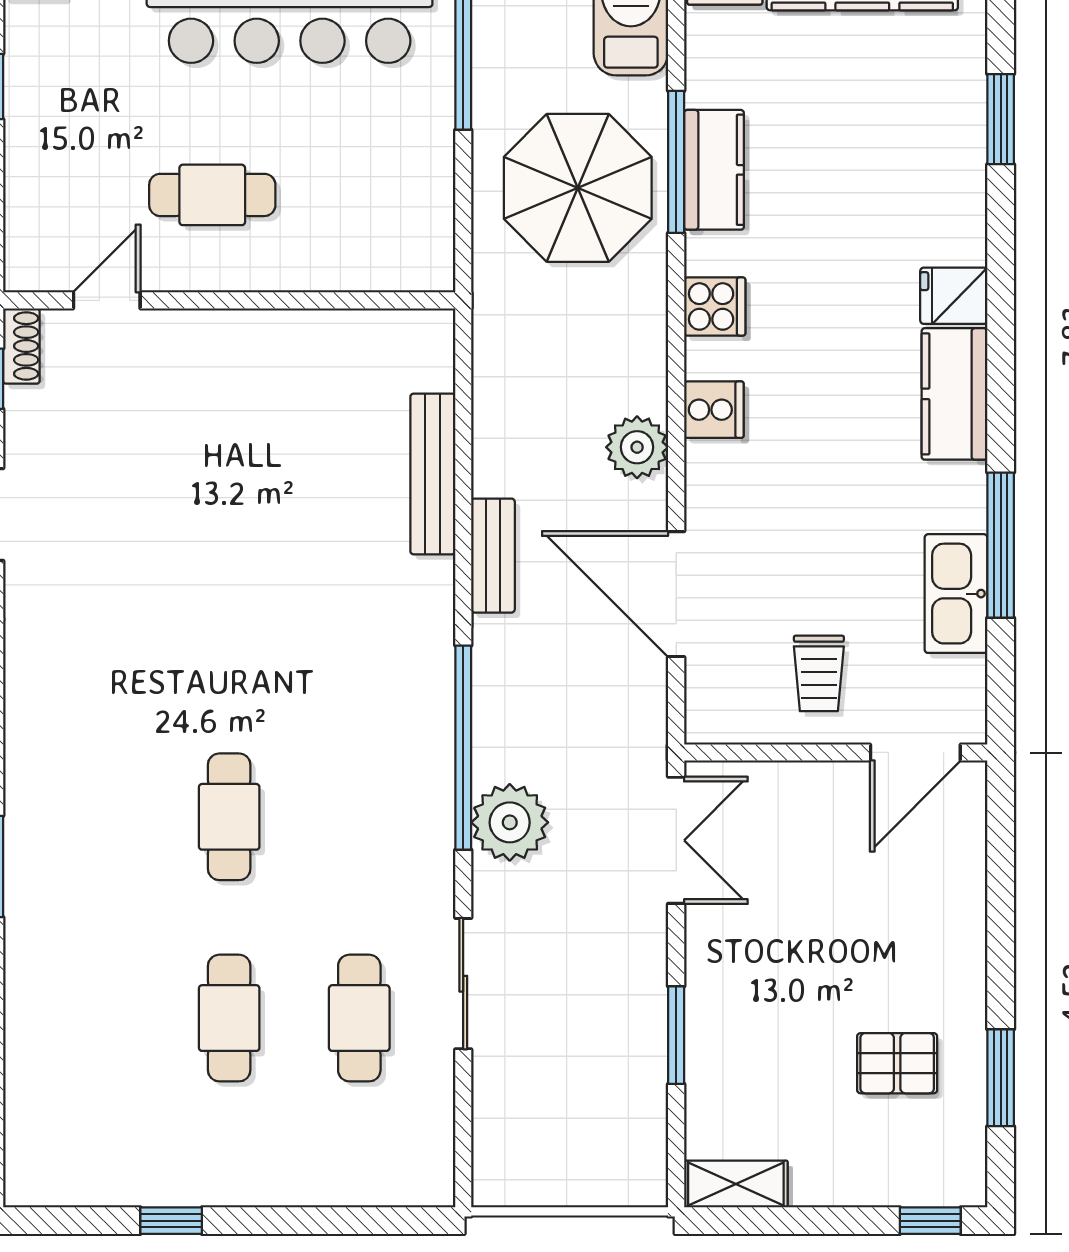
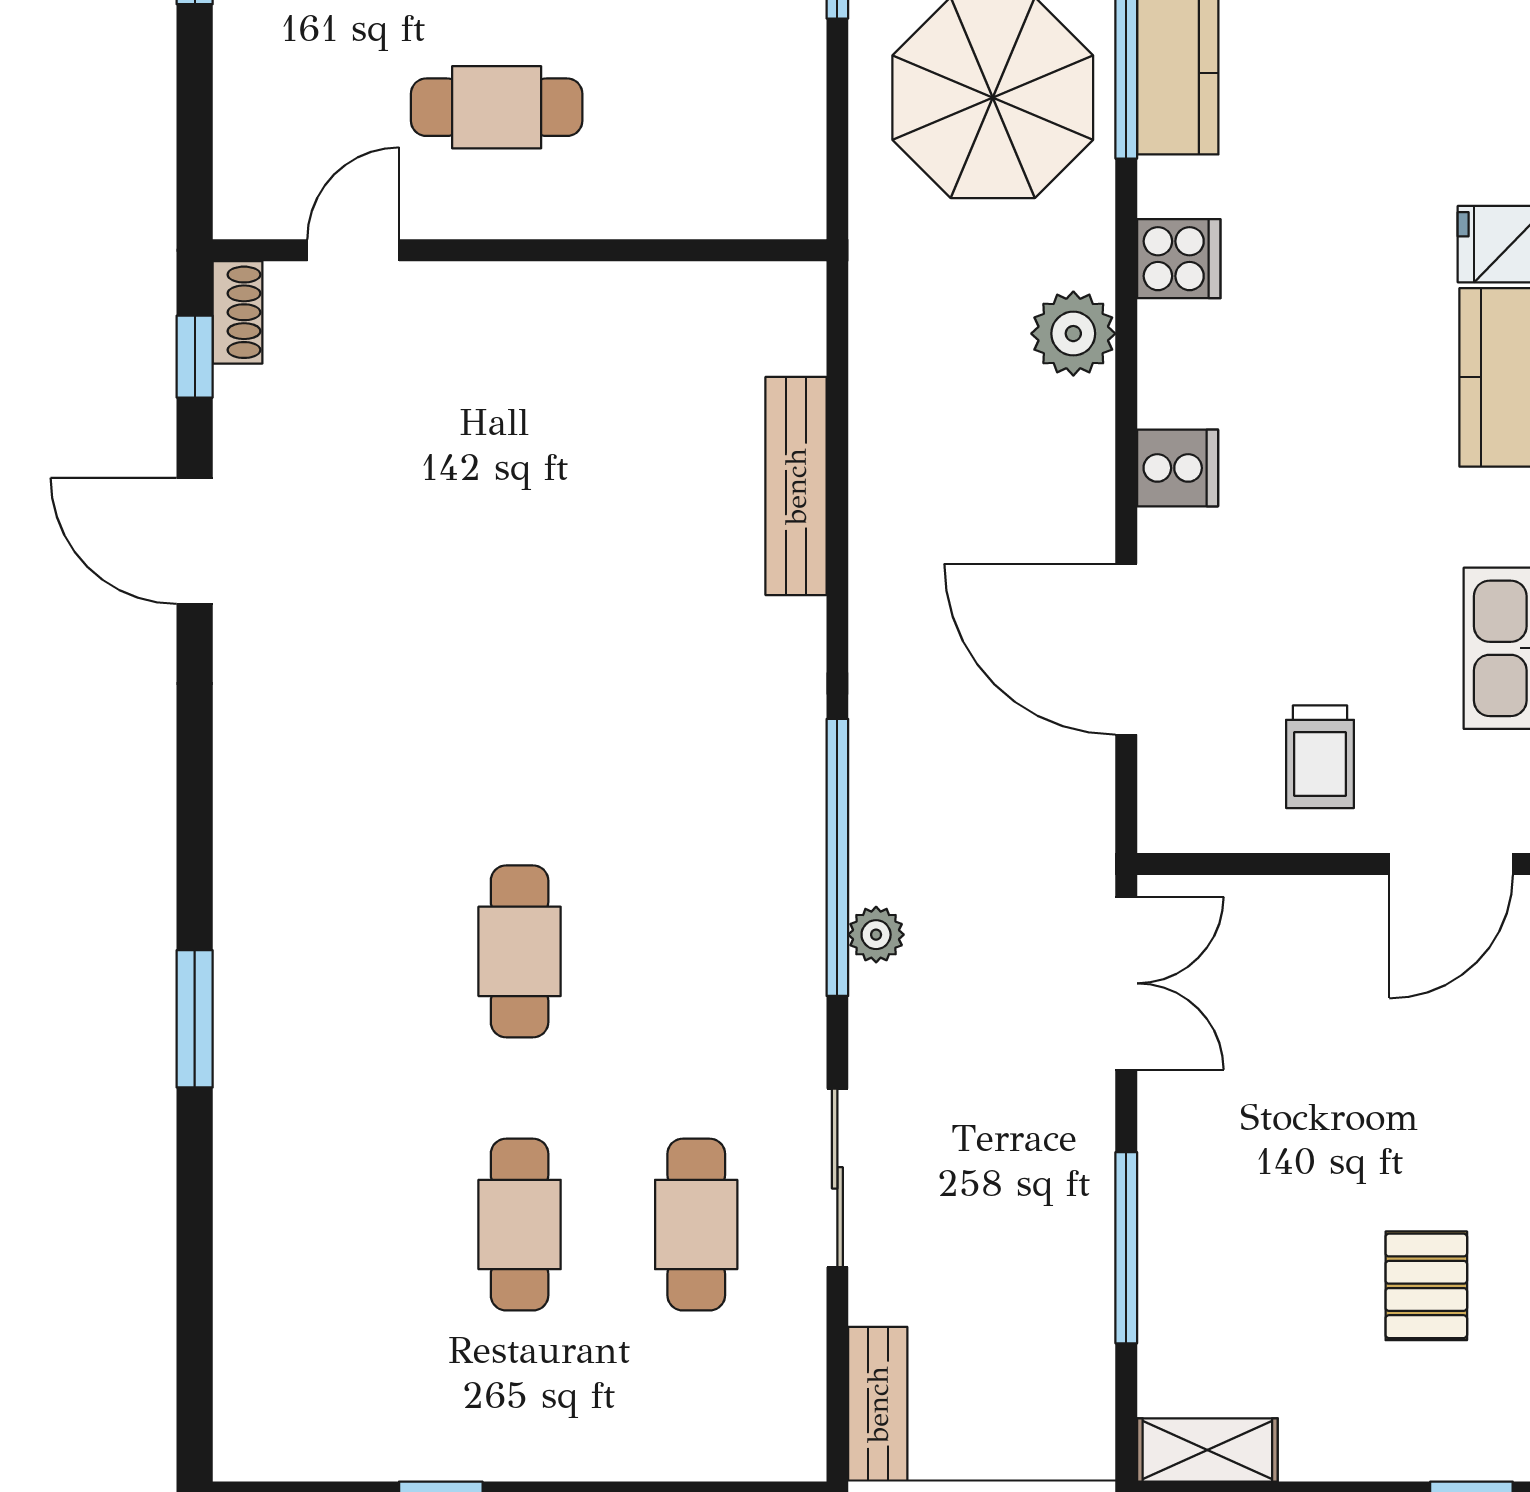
cooker: (714, 410) -> (1178, 468), moved
plant: (637, 447) -> (1073, 334), moved
bench: (493, 556) -> (878, 1404), moved
plant: (510, 822) -> (876, 935), width x0.53, depth x0.53
window: (676, 1035) -> (1126, 1248), width x1.44
pallet: (897, 1063) -> (1426, 1286), turned 90

